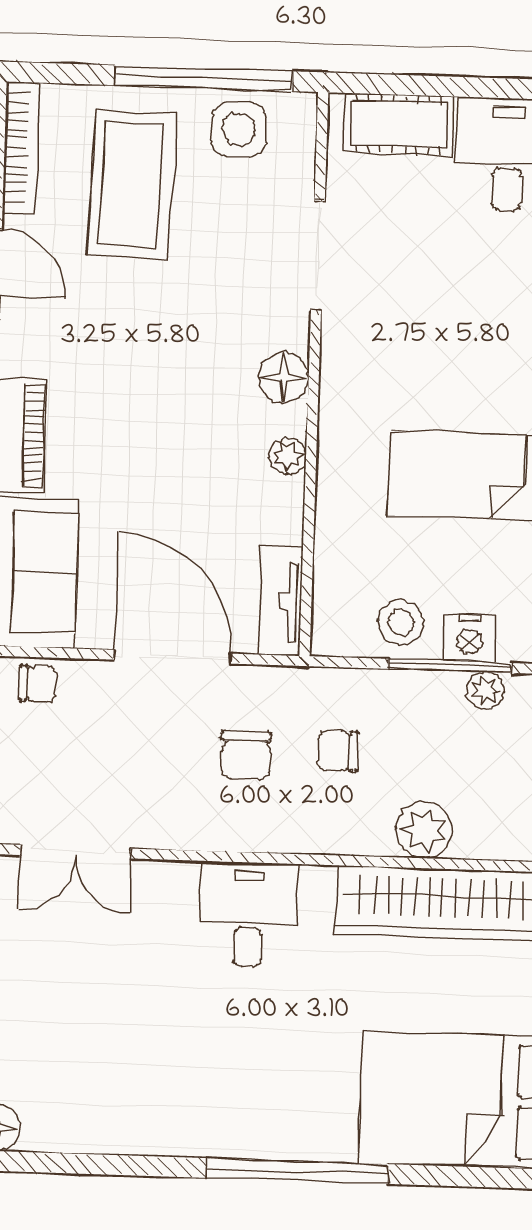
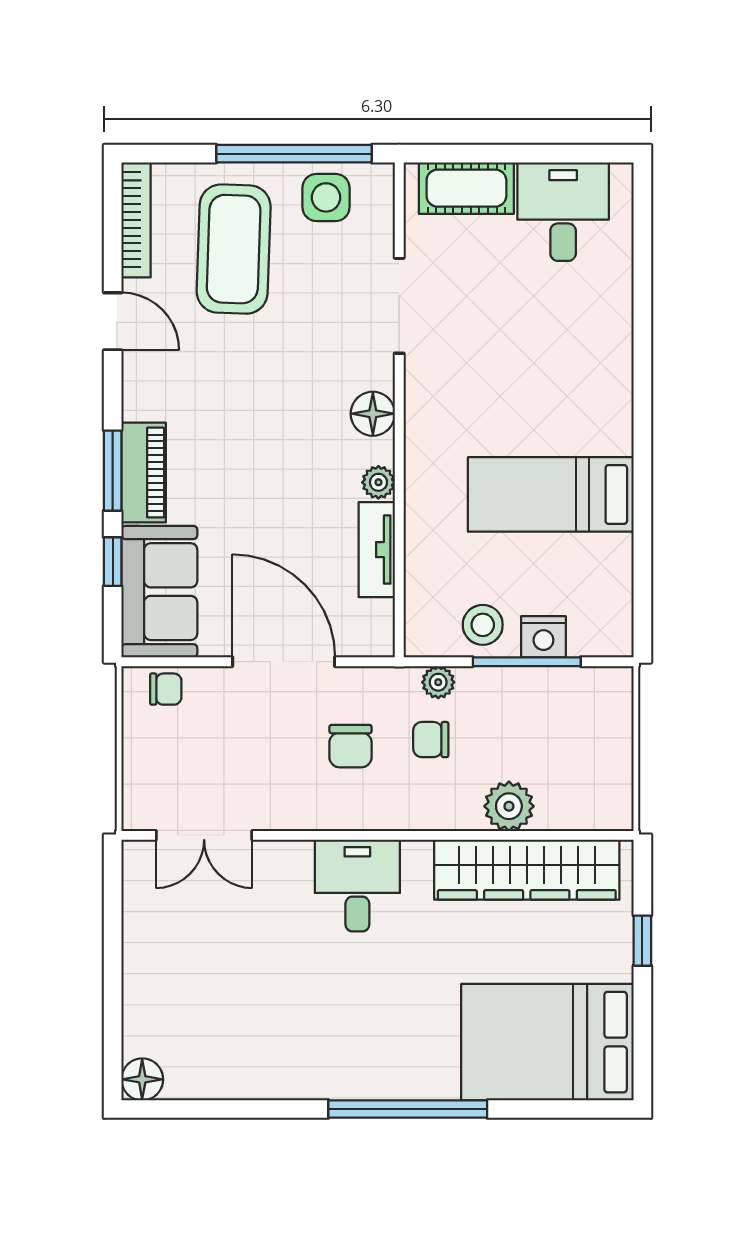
tv unit: (281, 601) -> (377, 550), moved
plant: (485, 690) -> (438, 682), moved

